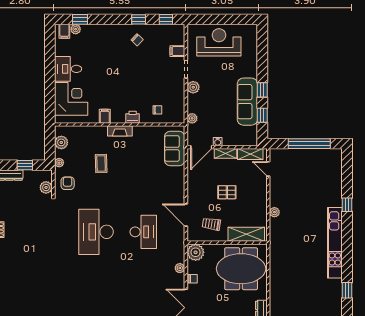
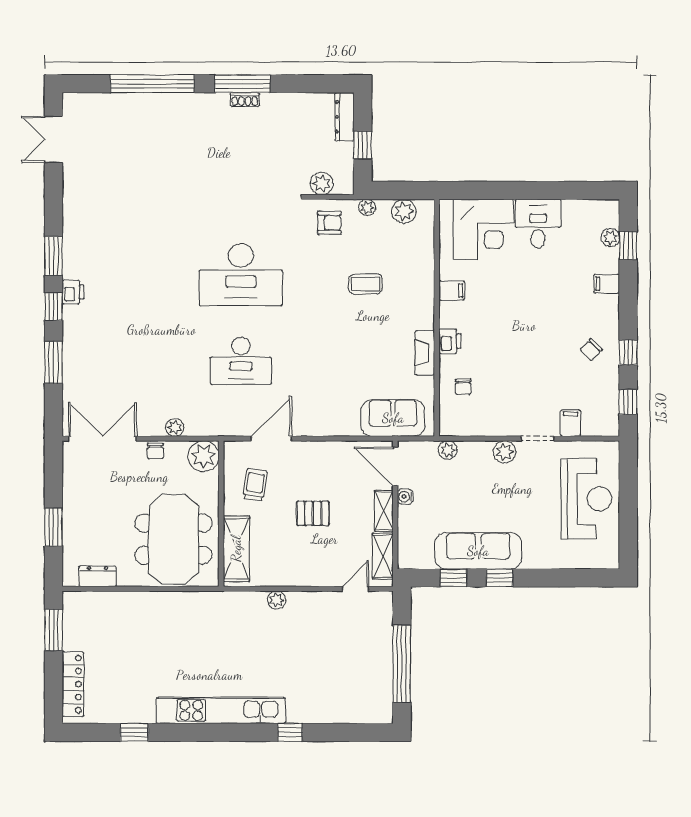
filing cabinet: (64, 31) -> (607, 284), moved
fireplace: (120, 131) -> (425, 353), moved
pallet: (227, 192) -> (313, 513), turned 90
desk: (96, 232) -> (241, 275), turned 180

